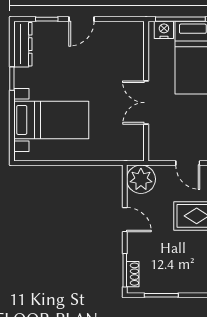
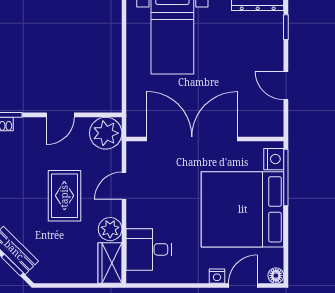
door: (81, 19) -> (286, 86), moved
double door: (146, 103) -> (192, 139), width x1.87

